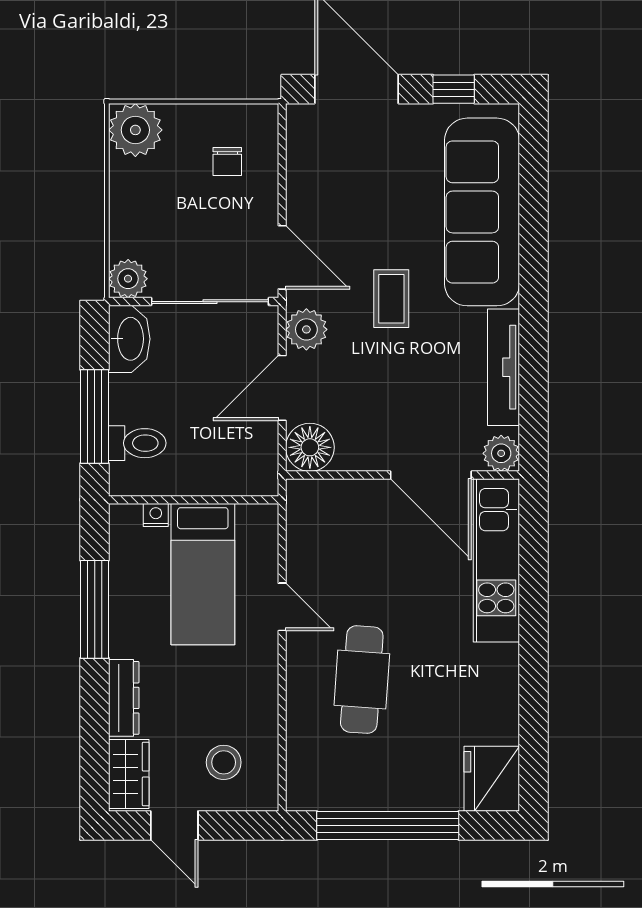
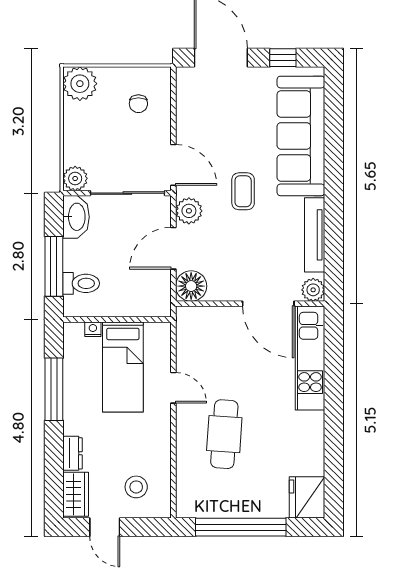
dresser: (124, 698) -> (72, 453), width x0.70

